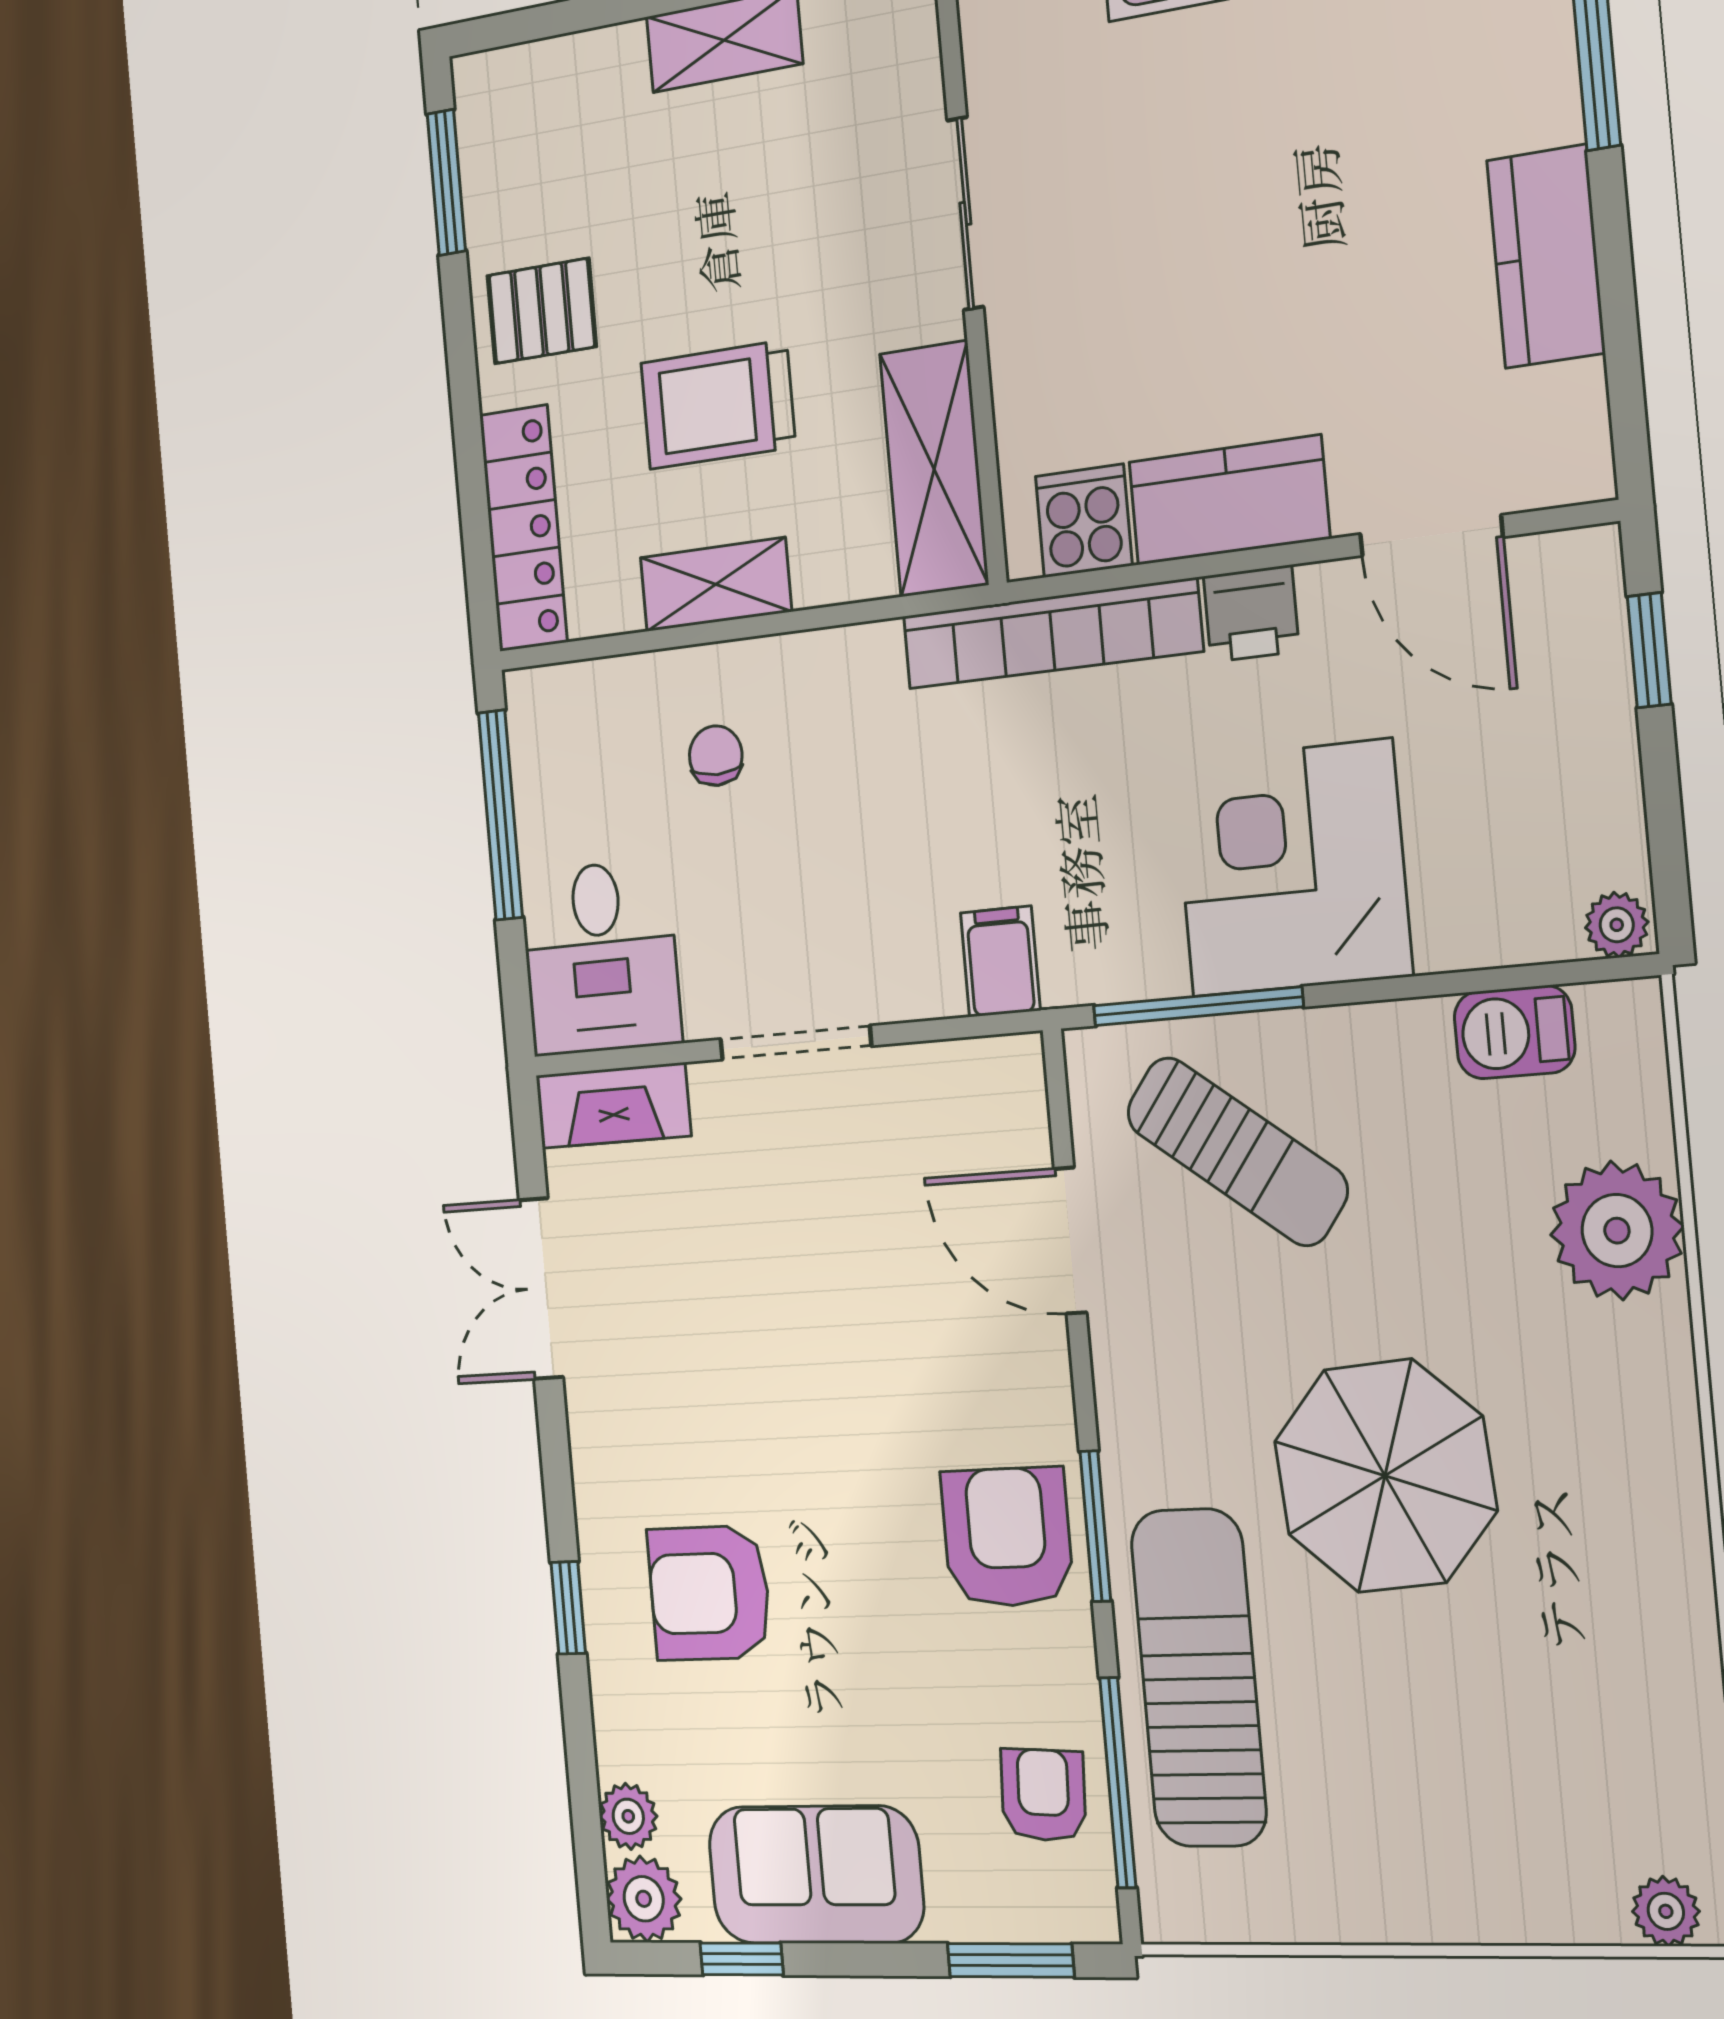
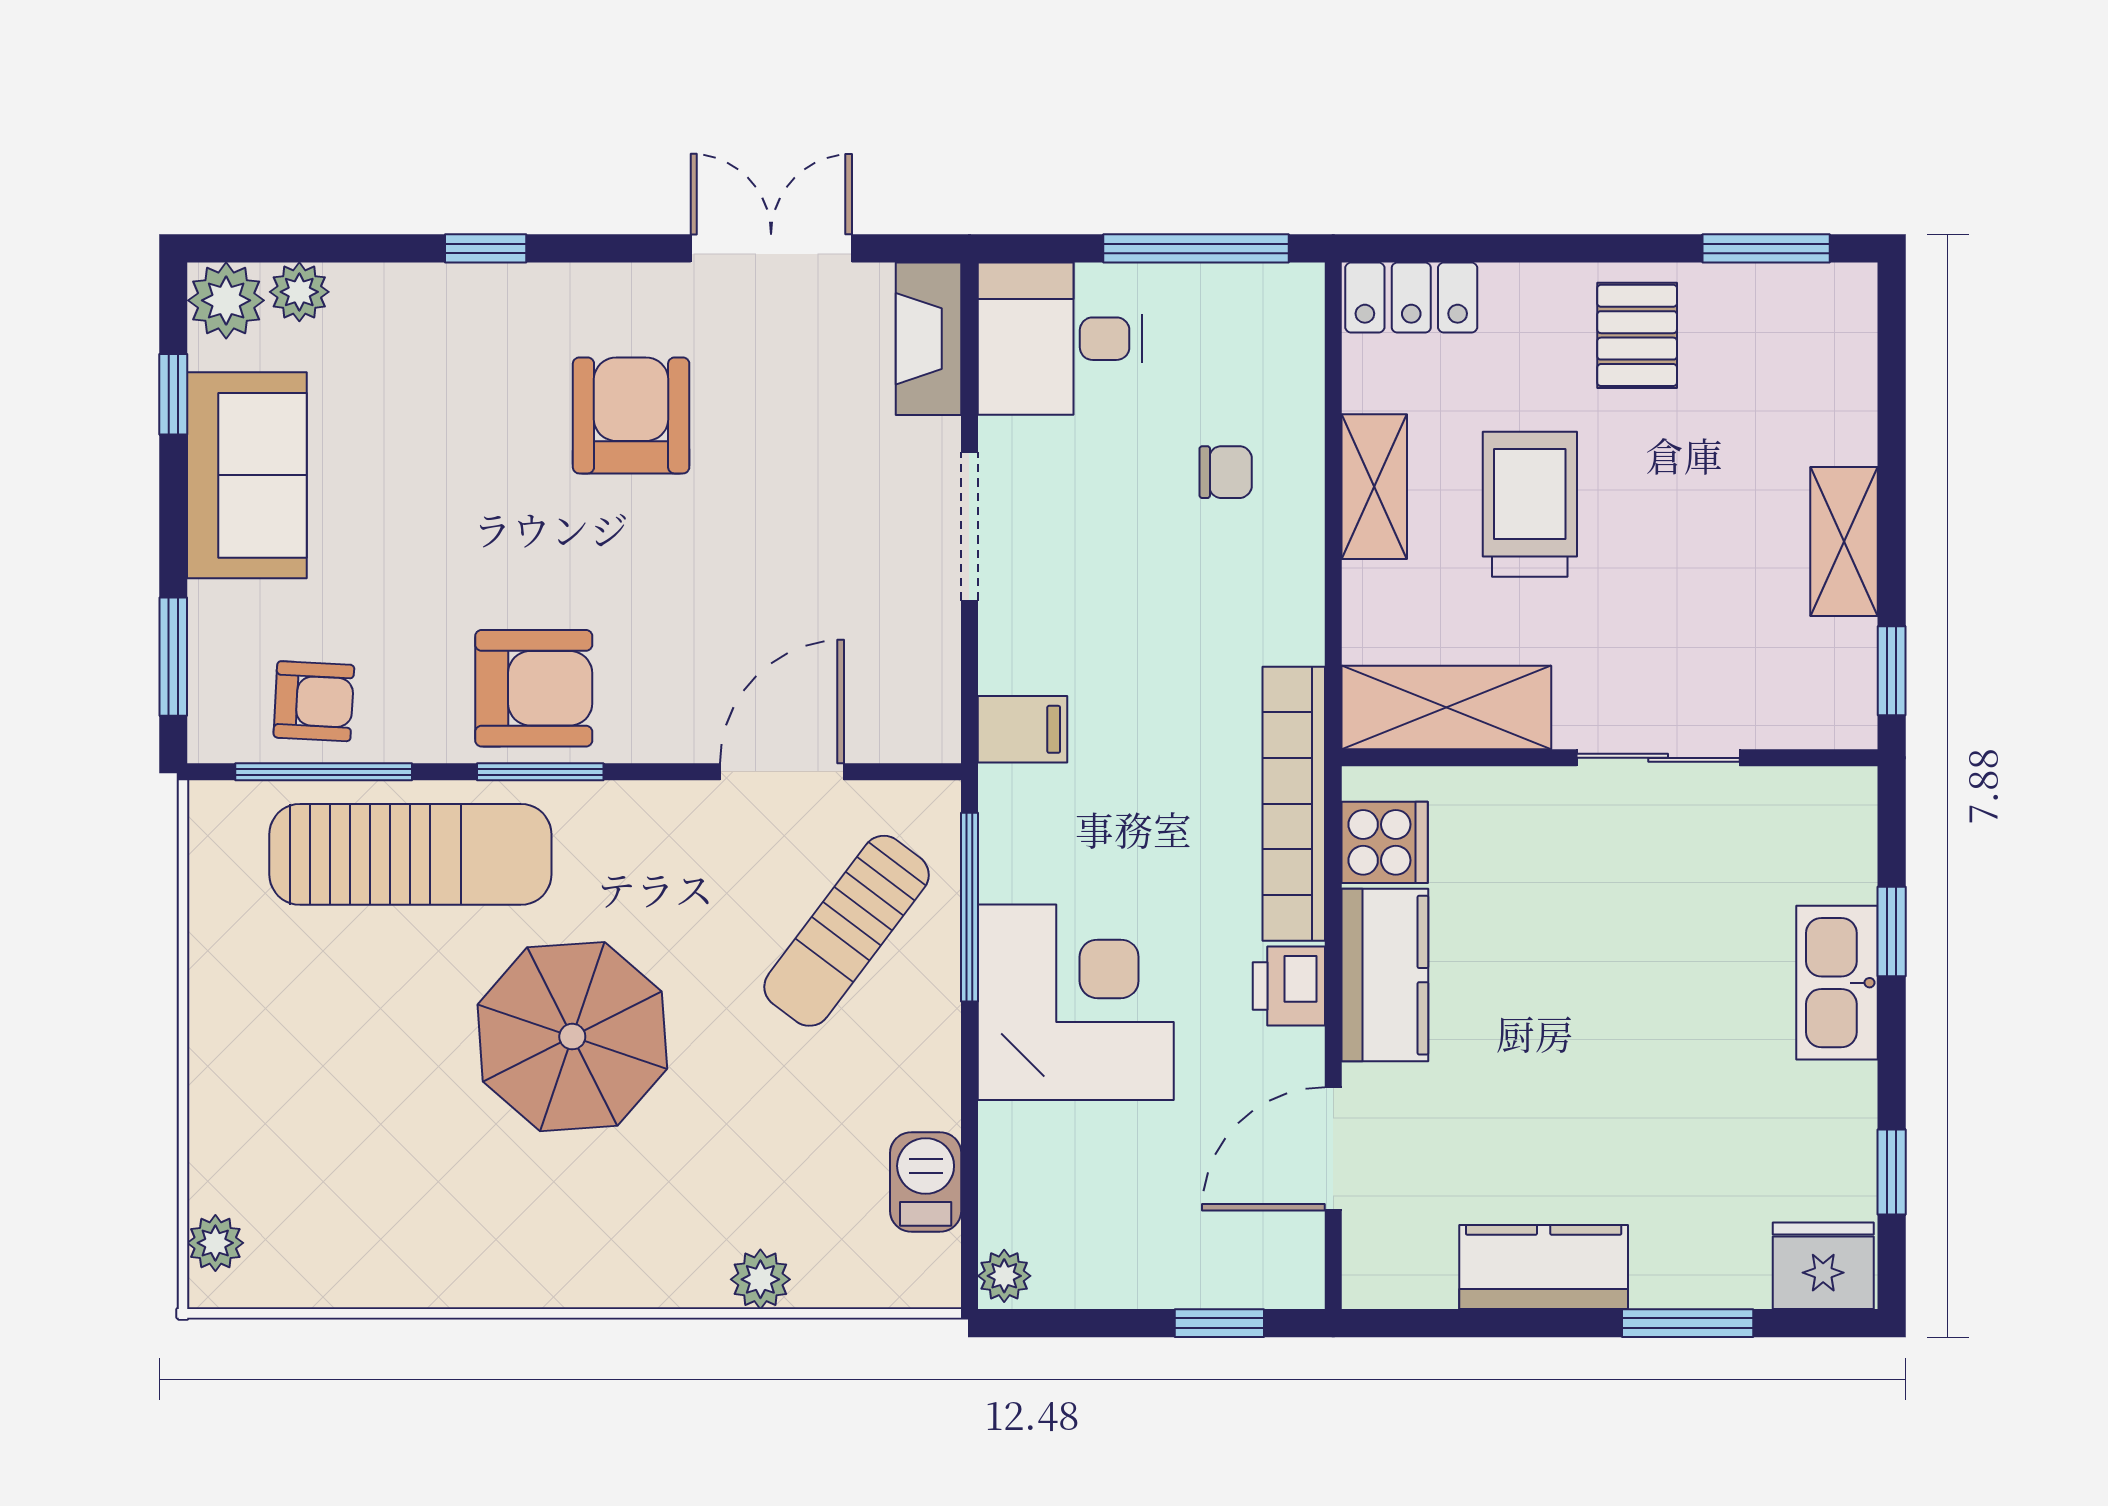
locker: (523, 528) -> (1411, 298), width x0.66
plant: (1617, 1231) -> (760, 1279), width x0.53, depth x0.53
armchair: (709, 1593) -> (631, 415), moved

